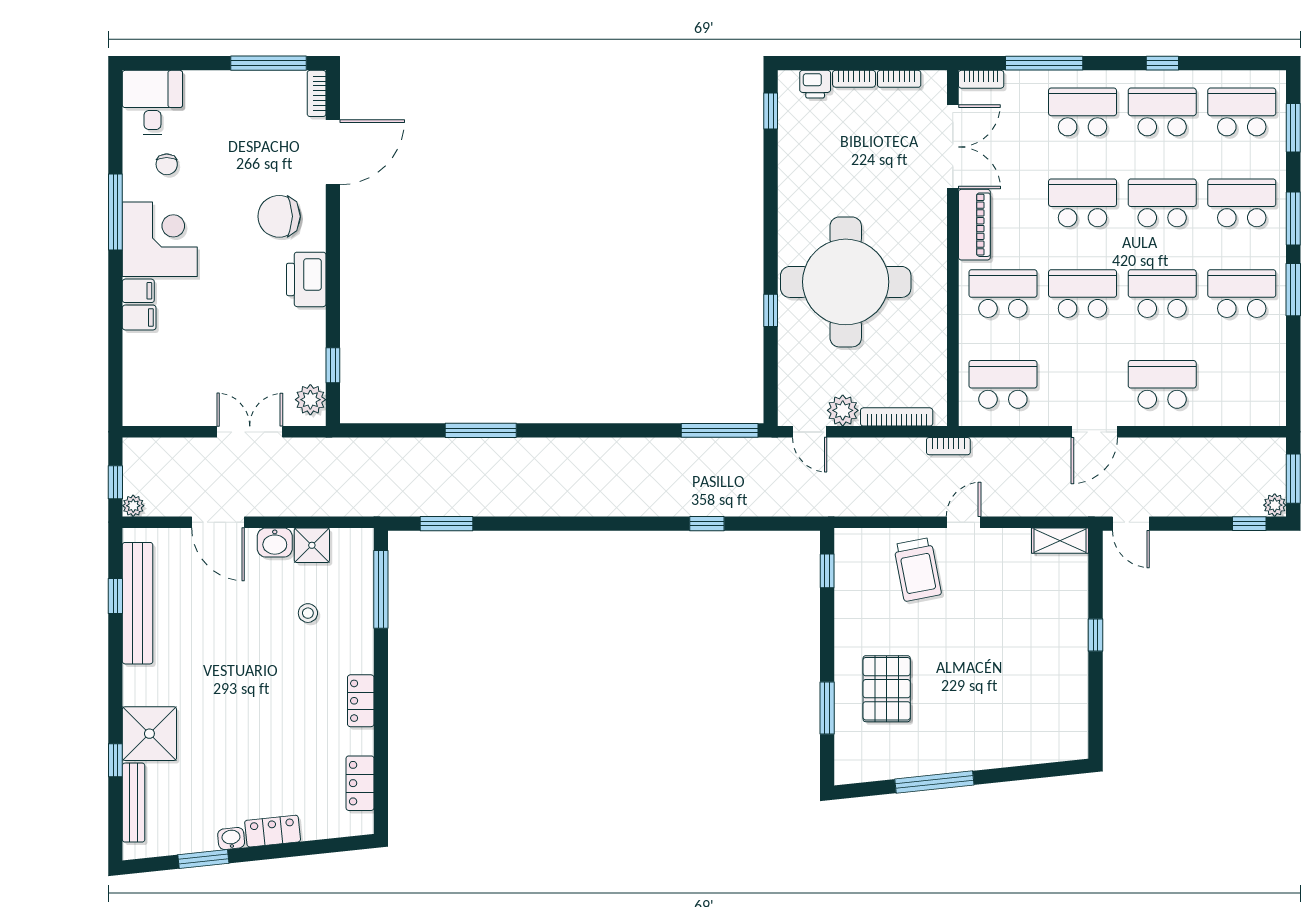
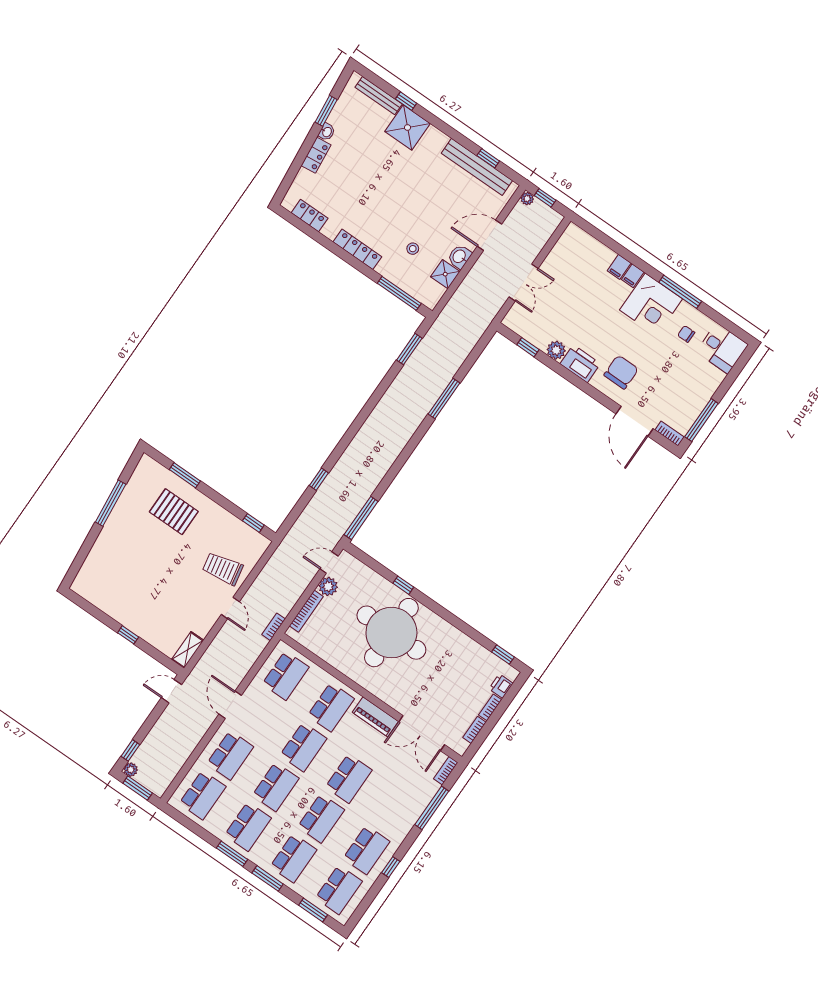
school desk: (1083, 112) -> (203, 795), moved
plant: (310, 400) -> (556, 350), moved
locker: (361, 701) -> (357, 249), width x1.53

